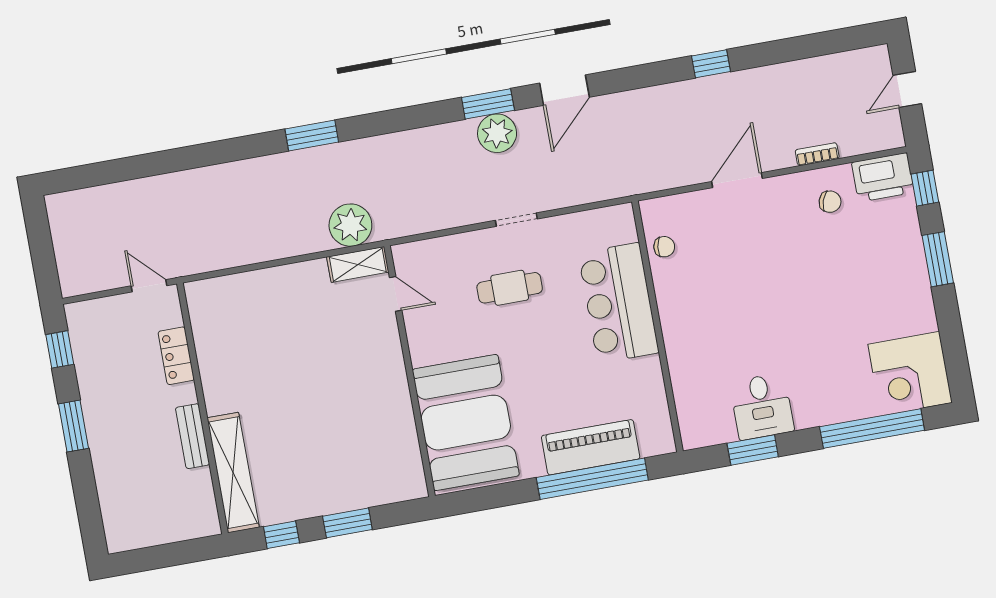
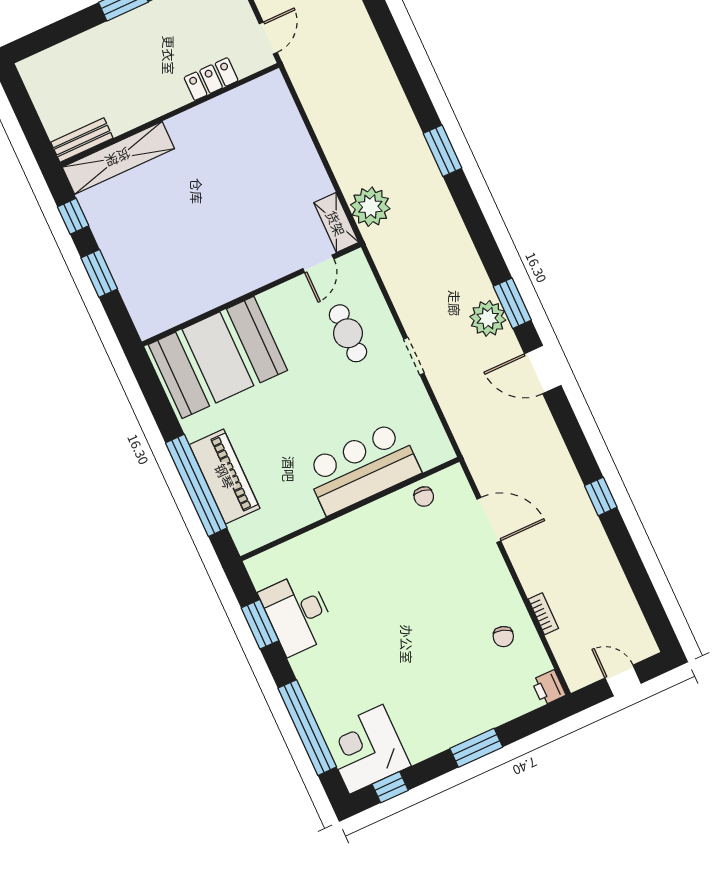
printer: (883, 177) -> (549, 688), width x0.53, depth x0.68
door: (737, 180) -> (489, 520), moved
window: (925, 188) -> (390, 787), moved
cafe table: (510, 288) -> (348, 333), moved
desk: (762, 406) -> (298, 614), width x1.37
bench: (193, 436) -> (82, 140), moved

